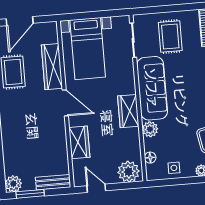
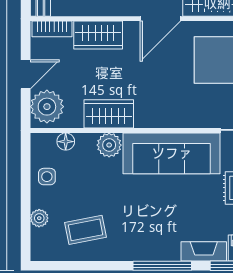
wardrobe: (128, 111) -> (109, 114), moved
bookcase: (78, 173) -> (52, 29), added
door: (96, 188) -> (26, 74), moved

